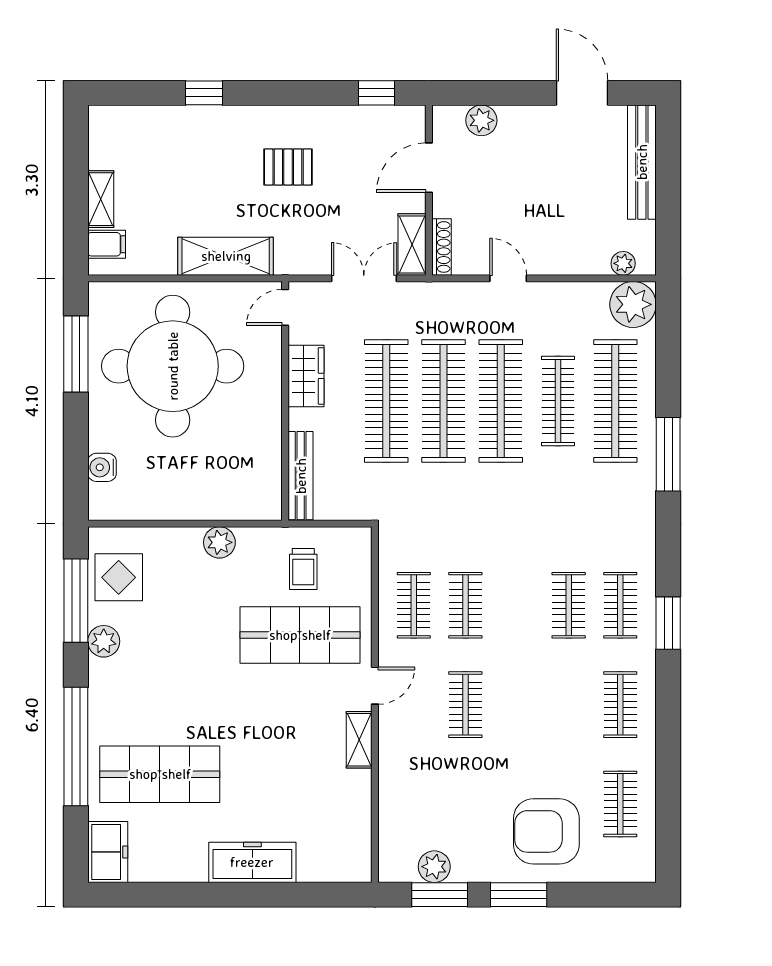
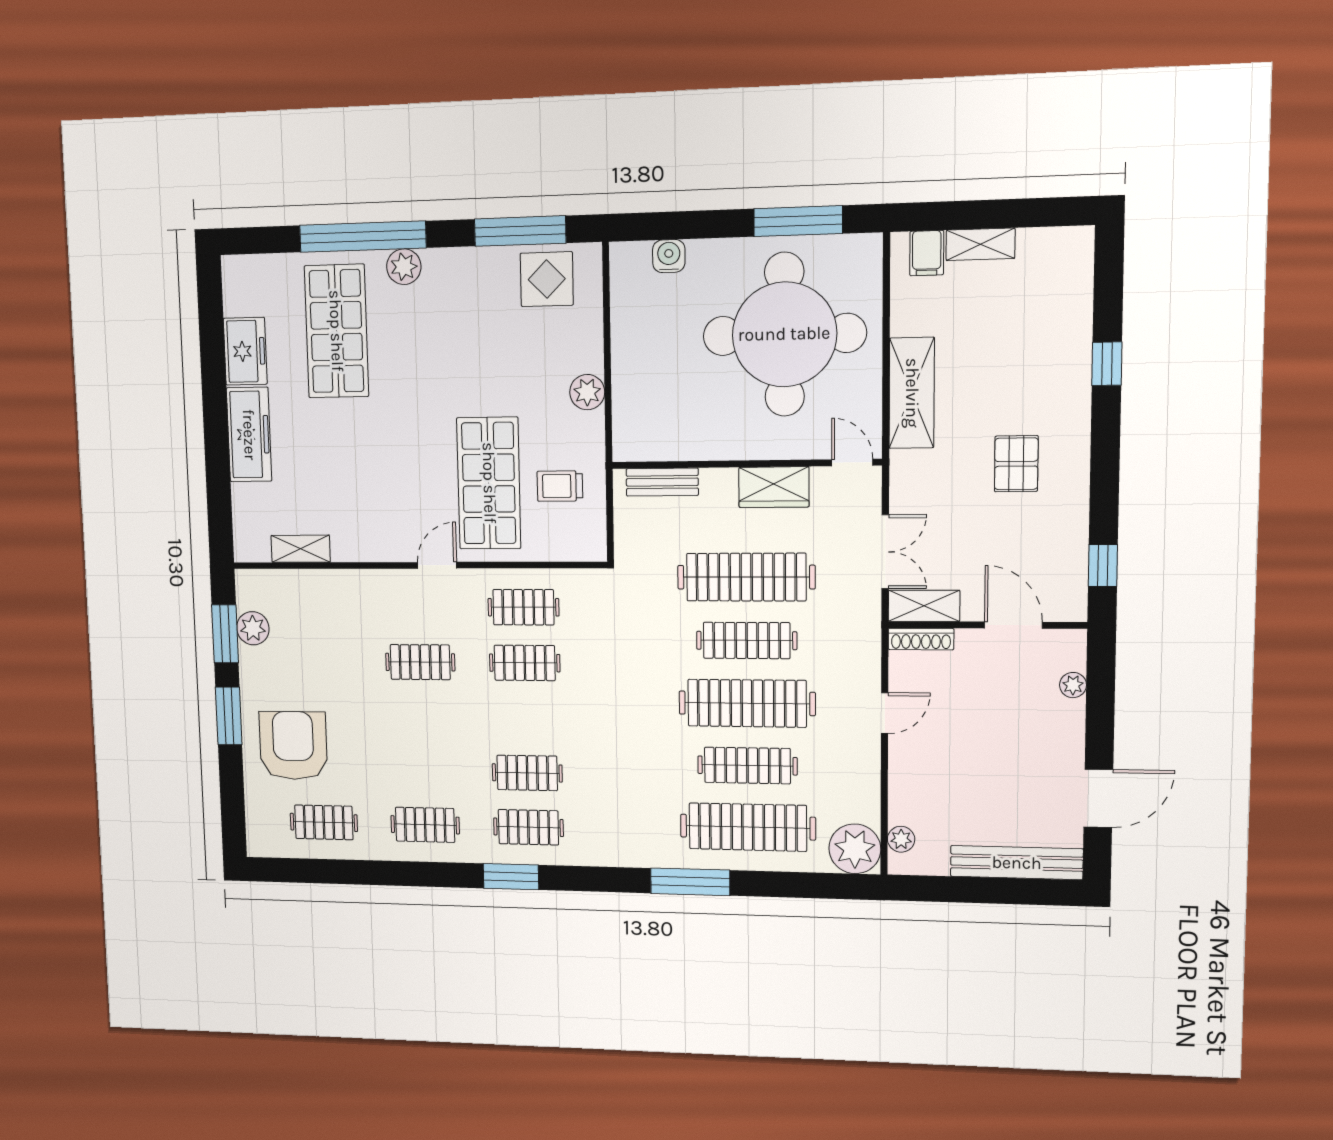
plant: (481, 120) -> (1073, 685), width x0.73, depth x0.73
clothes rail: (444, 401) -> (747, 640), width x0.73, depth x0.76
bench: (301, 476) -> (662, 482), width x0.73
plant: (104, 641) -> (404, 267), moved
door: (375, 686) -> (437, 565), swing flipped
shelving: (359, 740) -> (301, 549), moved
freezer: (108, 852) -> (245, 351), moved, turned -90

